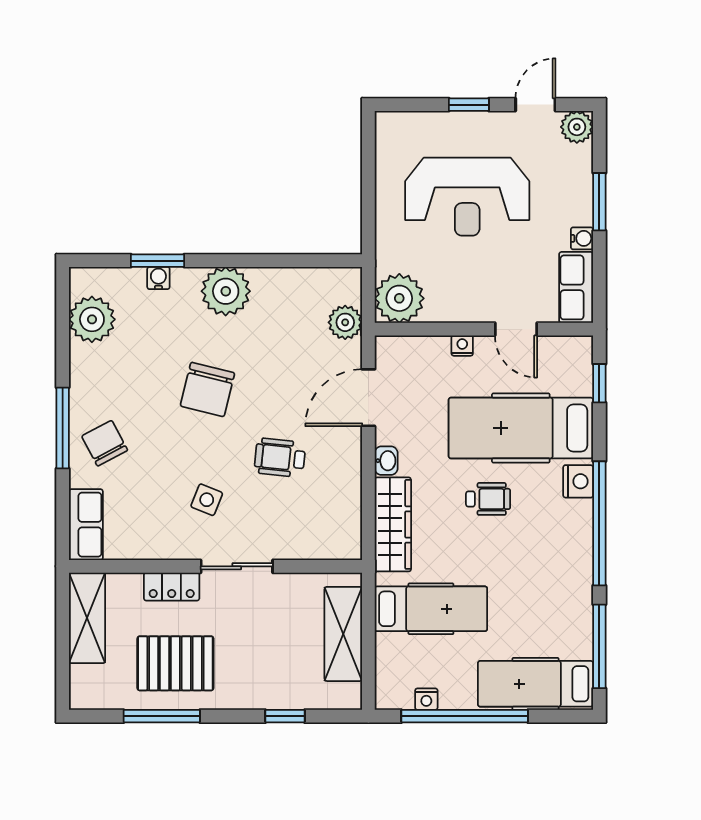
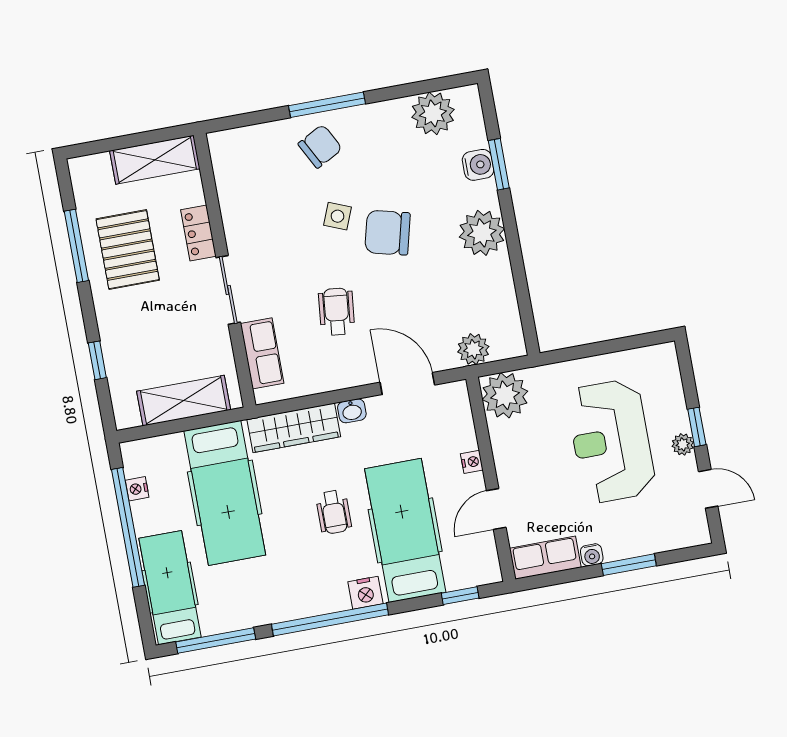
plant: (577, 127) -> (683, 444), moved, width x0.73, depth x0.73
water cooler: (158, 278) -> (478, 165), width x1.38, depth x1.38
side table: (207, 500) -> (338, 216), moved
row of seats: (86, 525) -> (262, 353), moved, turned -90
hospital bed: (431, 609) -> (225, 493), width x1.37, depth x1.29

